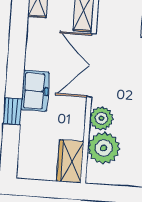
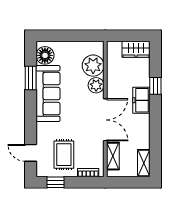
wardrobe: (70, 161) -> (136, 49), moved, turned 90

